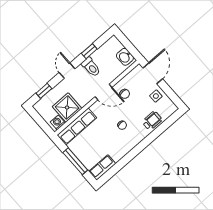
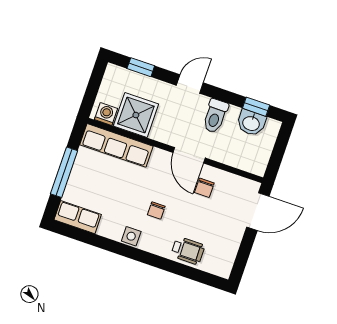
window: (89, 51) -> (256, 107), moved
washbasin: (125, 57) -> (251, 123), moved, turned -90
side table: (156, 96) -> (131, 236), moved

